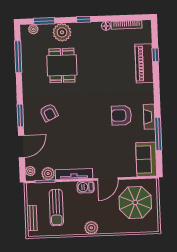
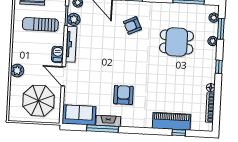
plant: (62, 32) -> (213, 41), width x0.53, depth x0.53
fireplace: (149, 117) -> (108, 121), moved
plant: (91, 228) -> (17, 71), moved

